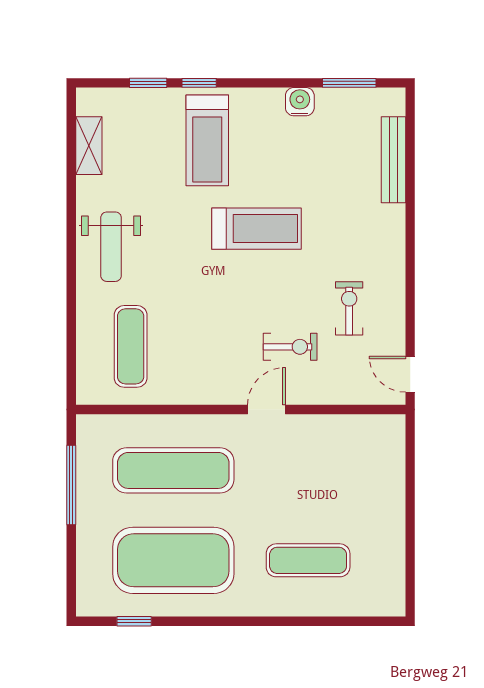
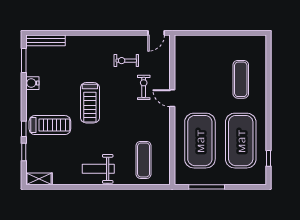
shelving: (89, 146) -> (39, 179), moved
bench: (393, 160) -> (45, 40), moved
treadmill: (256, 229) -> (90, 103), turned 180
weight bench: (111, 247) -> (98, 169), turned 180
exercise mat: (131, 346) -> (144, 160), turned 90
exercise mat: (173, 470) -> (200, 141), width x1.47

